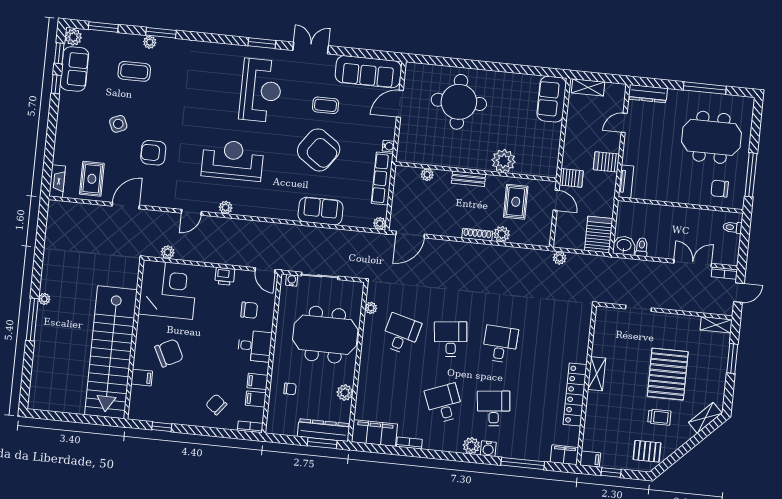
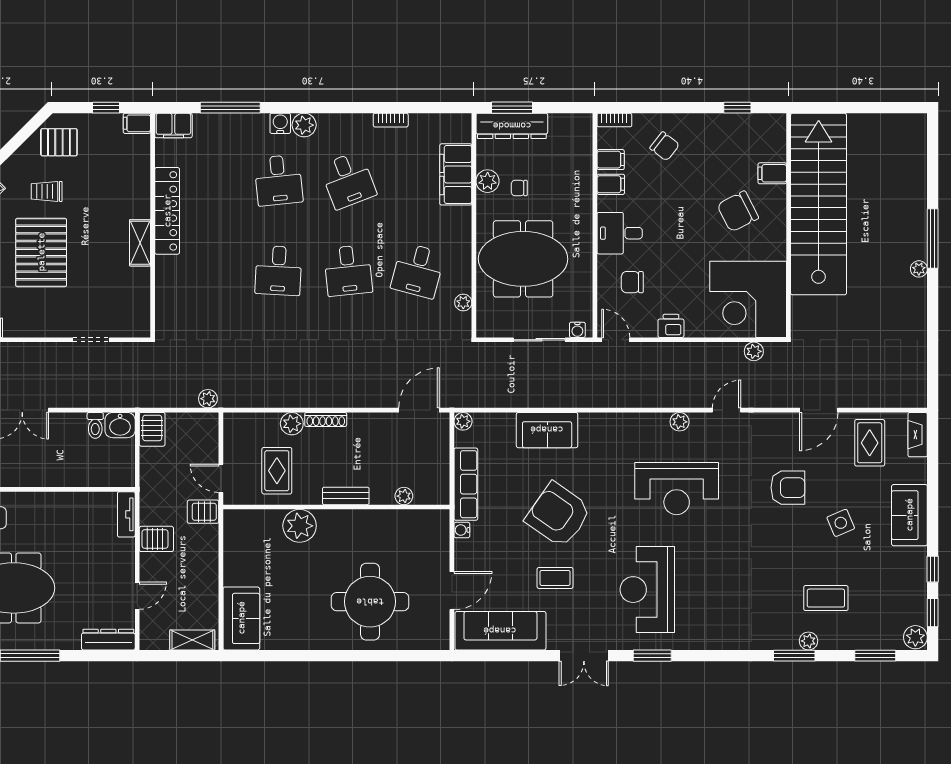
sofa: (74, 69) -> (909, 515), moved
server rack: (599, 235) -> (152, 429), width x0.73, depth x0.70
chair: (290, 389) -> (519, 188), moved
filing cabinet: (375, 433) -> (456, 174), moved, turned 90

